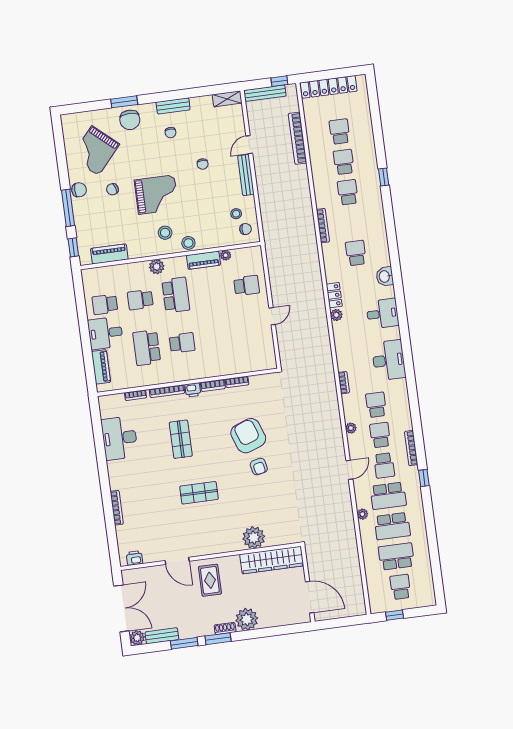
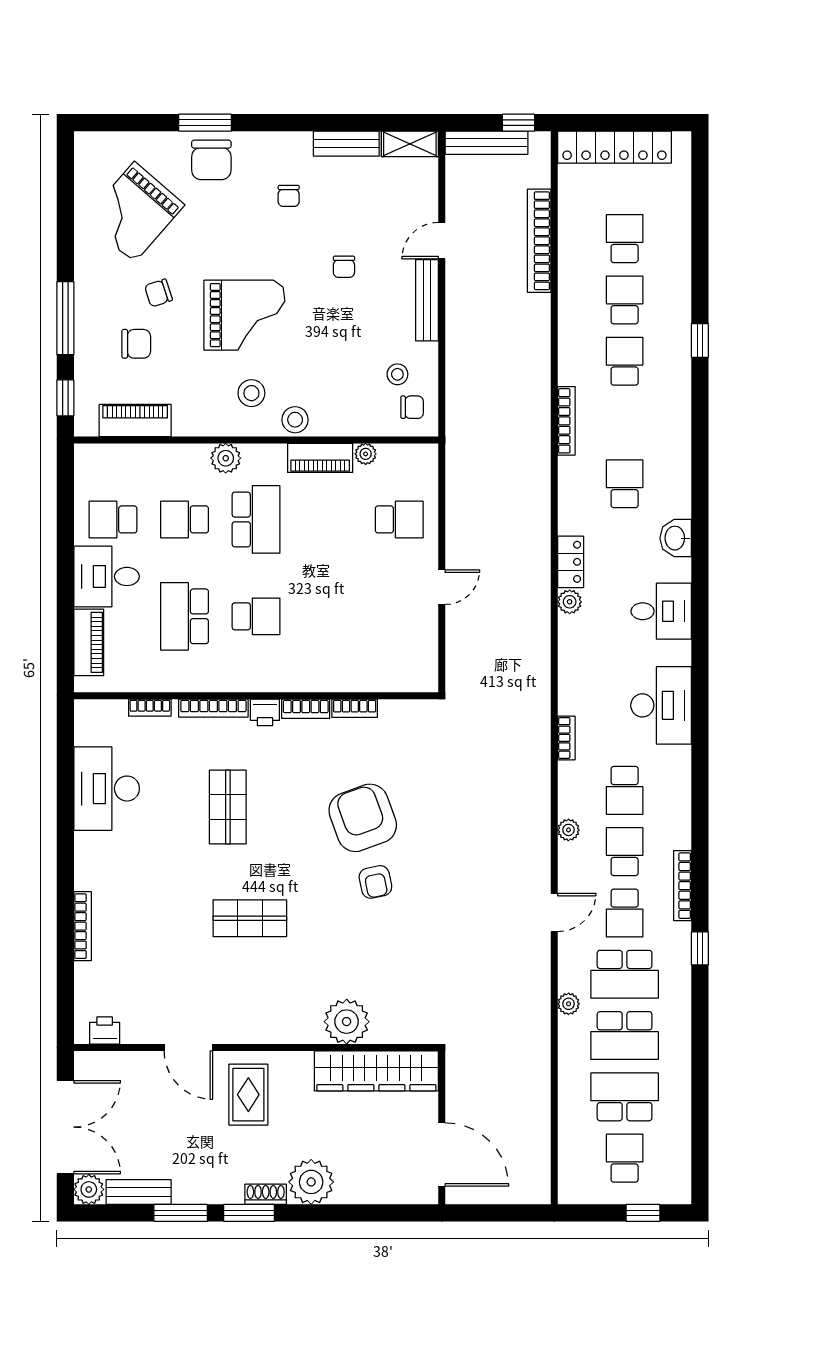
bench: (173, 106) -> (346, 144), moved
chair: (79, 190) -> (136, 344), moved
school desk: (376, 405) -> (625, 790), turned 180
window: (395, 615) -> (643, 1213), moved

